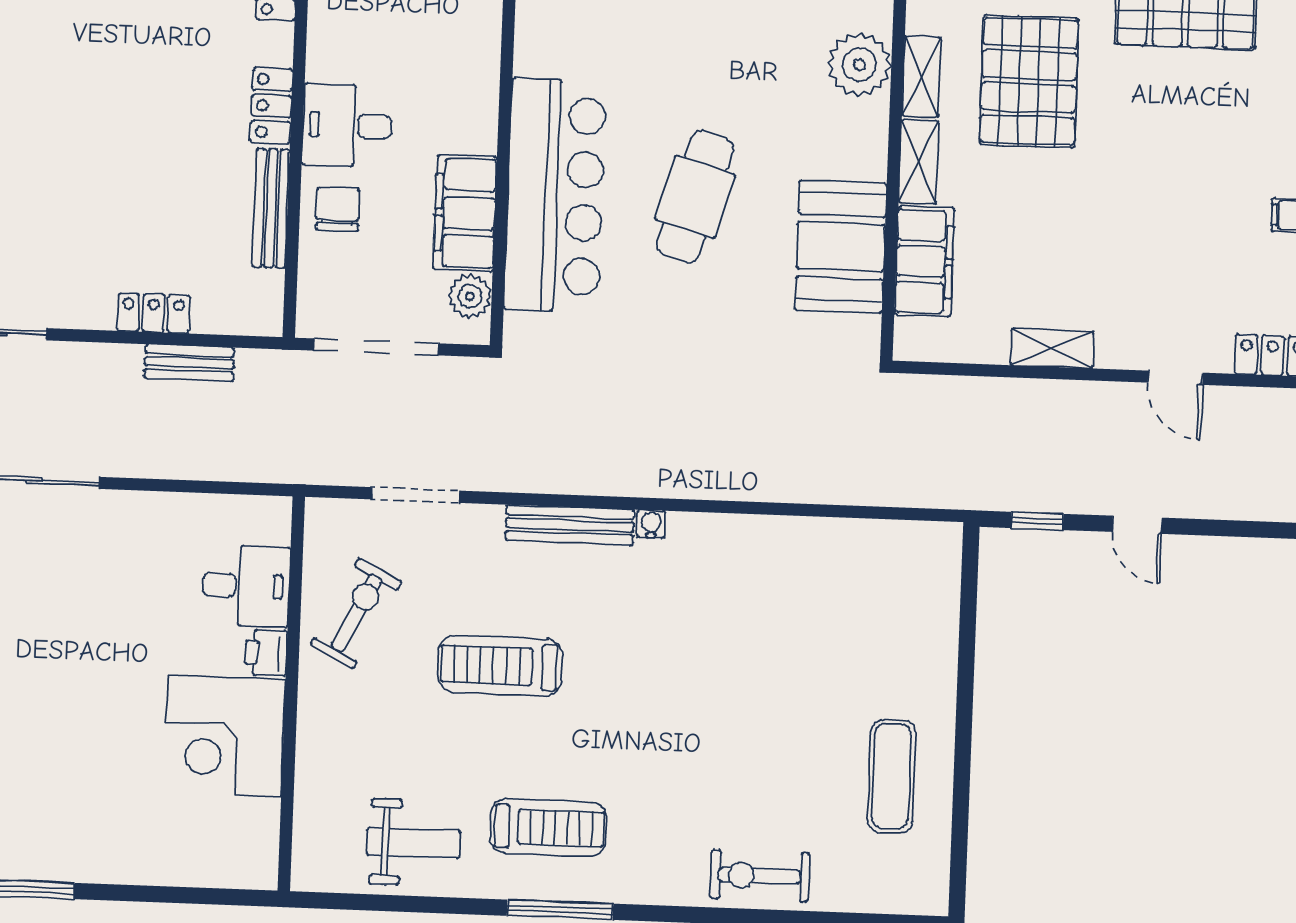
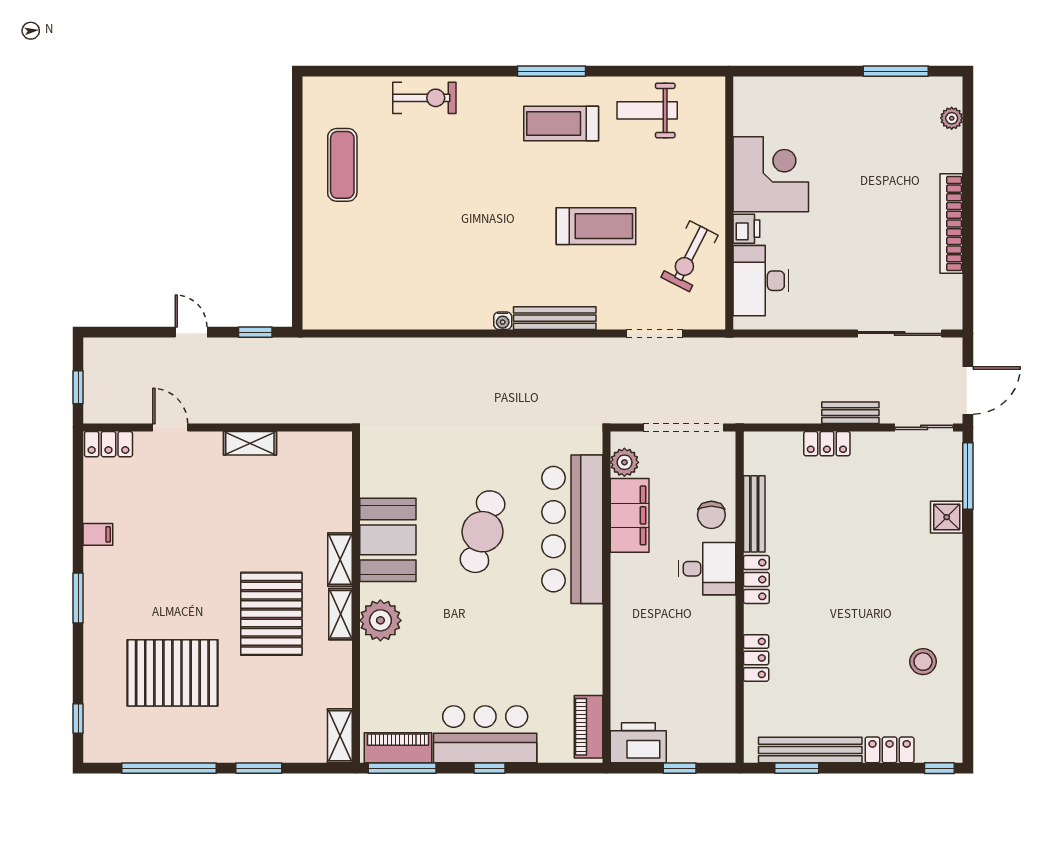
booth: (841, 247) -> (388, 540), moved
filing cabinet: (924, 261) -> (334, 496), removed
bench: (189, 363) -> (850, 413), moved
desk: (246, 586) -> (761, 281), width x1.37

